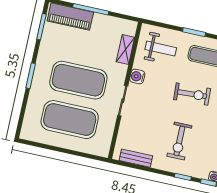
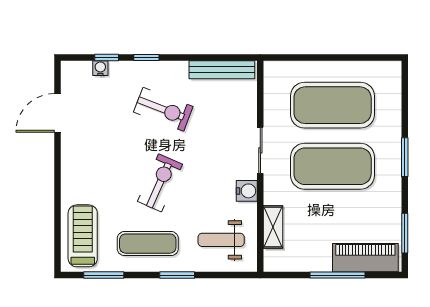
exercise bike: (192, 94) -> (160, 183), turned 117
exercise bike: (179, 141) -> (163, 109), turned 111
bench: (136, 158) -> (222, 70), width x1.36

